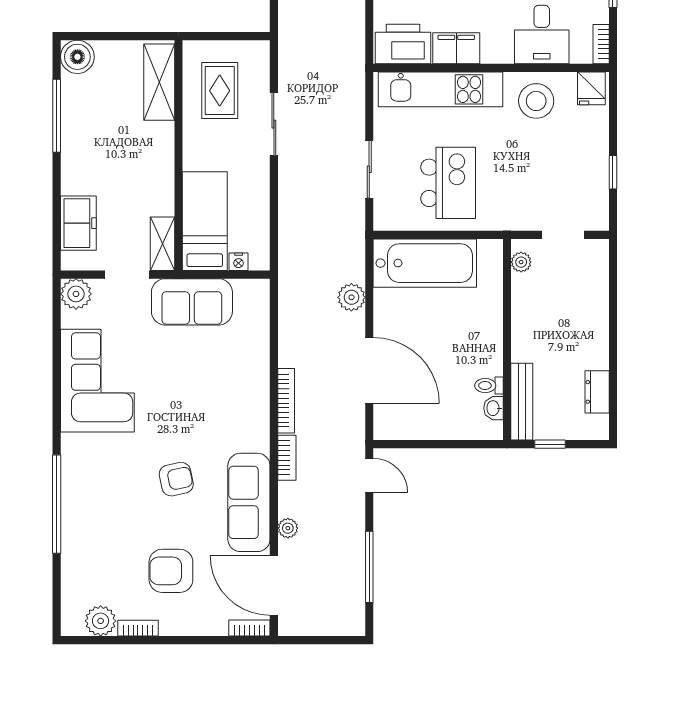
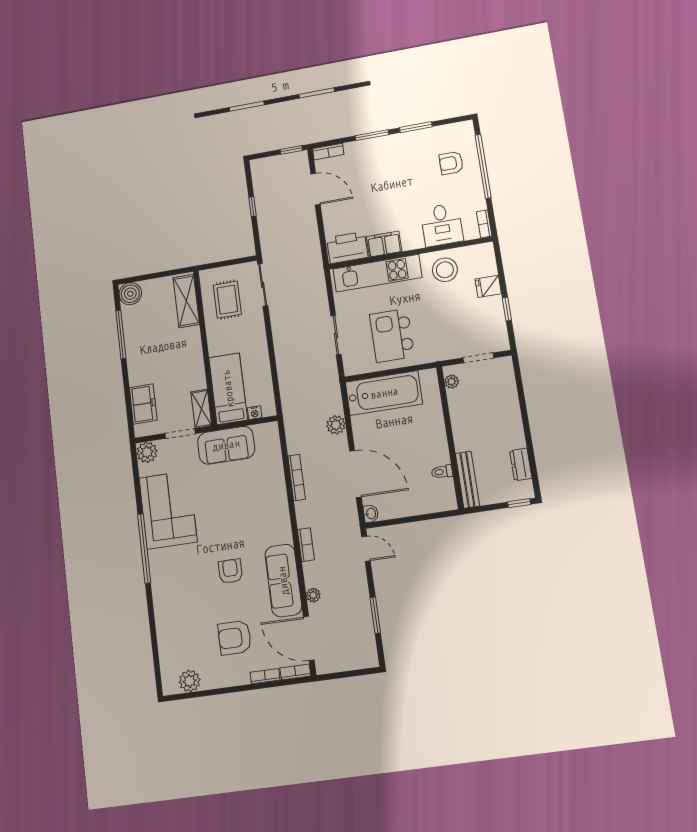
fridge: (591, 88) -> (488, 286), moved, turned 90
sliding door: (274, 124) -> (263, 285), moved
kitchen island: (448, 183) -> (392, 335), turned 180
bookcase: (286, 401) -> (296, 477), moved
washbasin: (493, 408) -> (371, 514), moved, turned 180
window: (550, 444) -> (519, 503), moved
armchair: (176, 479) -> (230, 571), turned -78
window: (57, 504) -> (144, 548), moved
window: (369, 567) -> (375, 615), width x0.69
bookcase: (138, 628) -> (265, 676), moved

